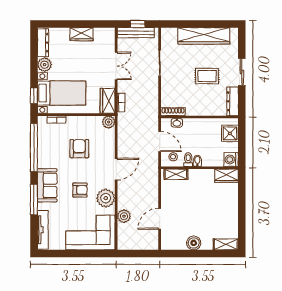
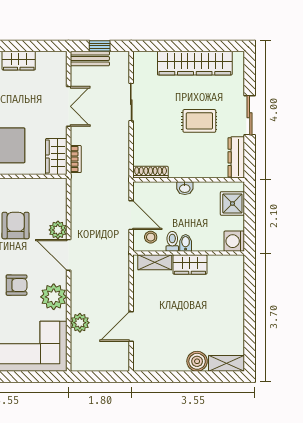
bench: (136, 33) -> (90, 58), width x0.73
plant: (109, 122) -> (58, 230), moved
washbasin: (177, 123) -> (185, 188), moved
door: (116, 169) -> (69, 255), swing flipped
wardrobe: (227, 176) -> (190, 265), moved
boiler: (194, 243) -> (197, 361), moved

